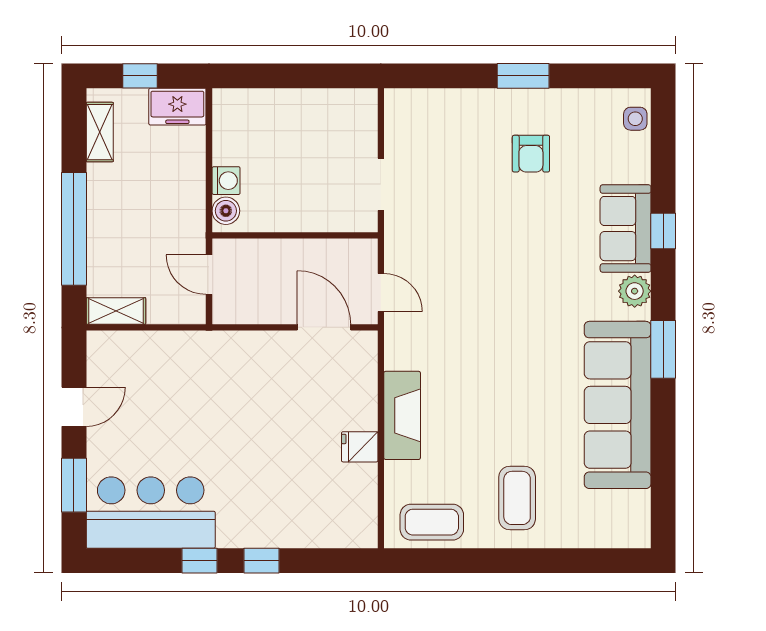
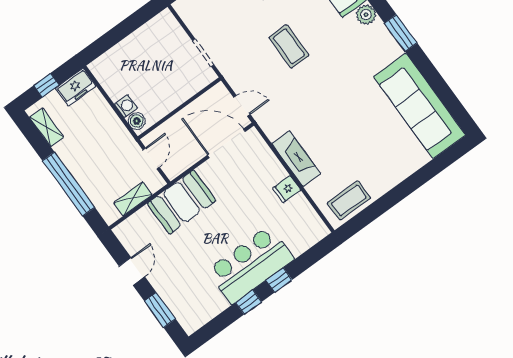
door: (209, 275) -> (151, 158), swing flipped
shelving: (116, 311) -> (133, 199), moved
door: (324, 327) -> (226, 143), width x1.36
booth: (207, 362) -> (182, 202), added
sofa: (618, 405) -> (420, 106), moved
coffee table: (517, 498) -> (289, 46), moved
bar counter: (151, 513) -> (250, 265), moved

